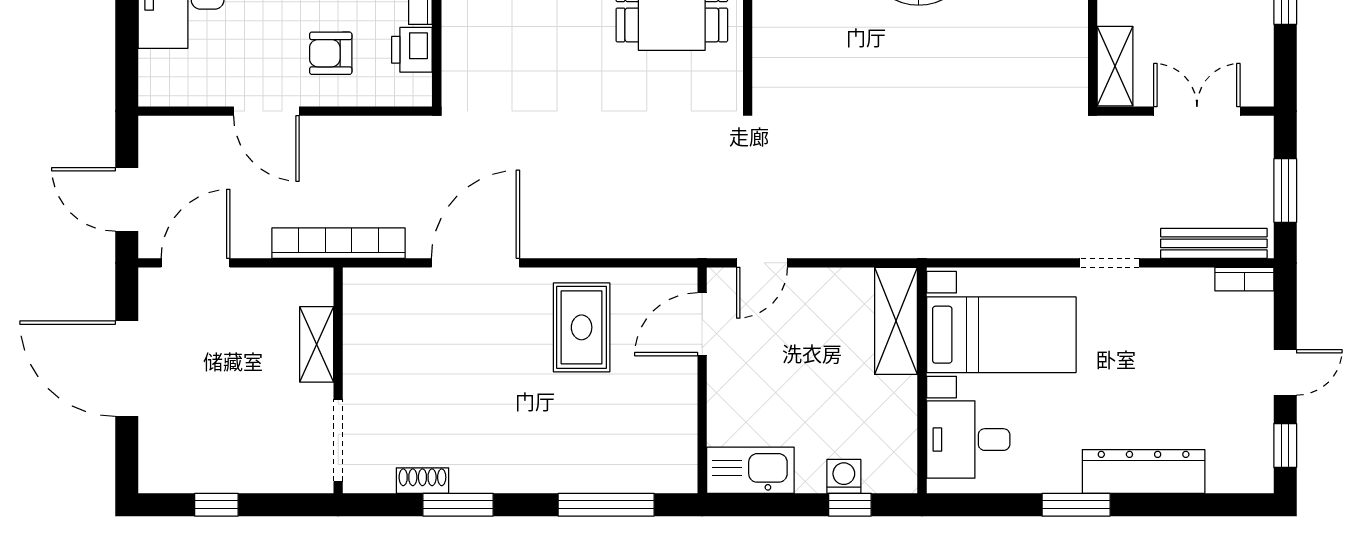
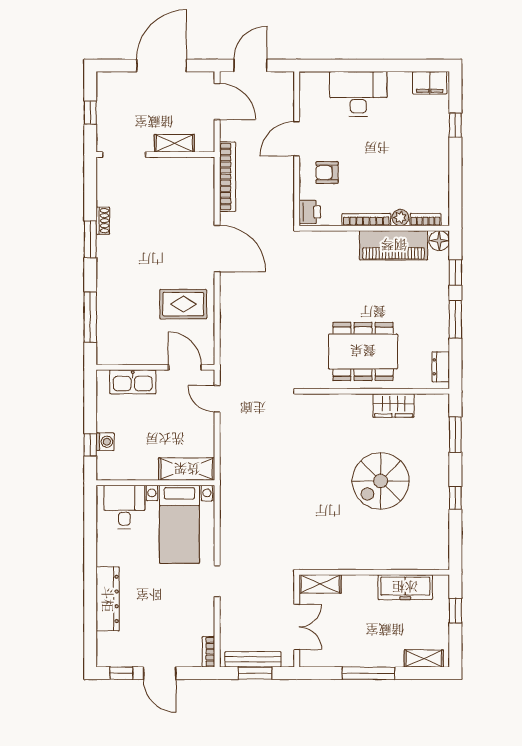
printer: (412, 50) -> (310, 212), moved, turned 90
armchair: (331, 53) -> (327, 173), turned -90
bench: (1214, 243) -> (253, 659), moved, turned 90
shelving: (317, 344) -> (174, 143), moved
door: (1285, 372) -> (160, 673), width x1.38
wall: (338, 380) -> (155, 155), moved
doorway: (338, 440) -> (124, 155), moved
kitchen sink: (750, 470) -> (133, 382), moved, turned 90
window: (1076, 505) -> (90, 563), removed

